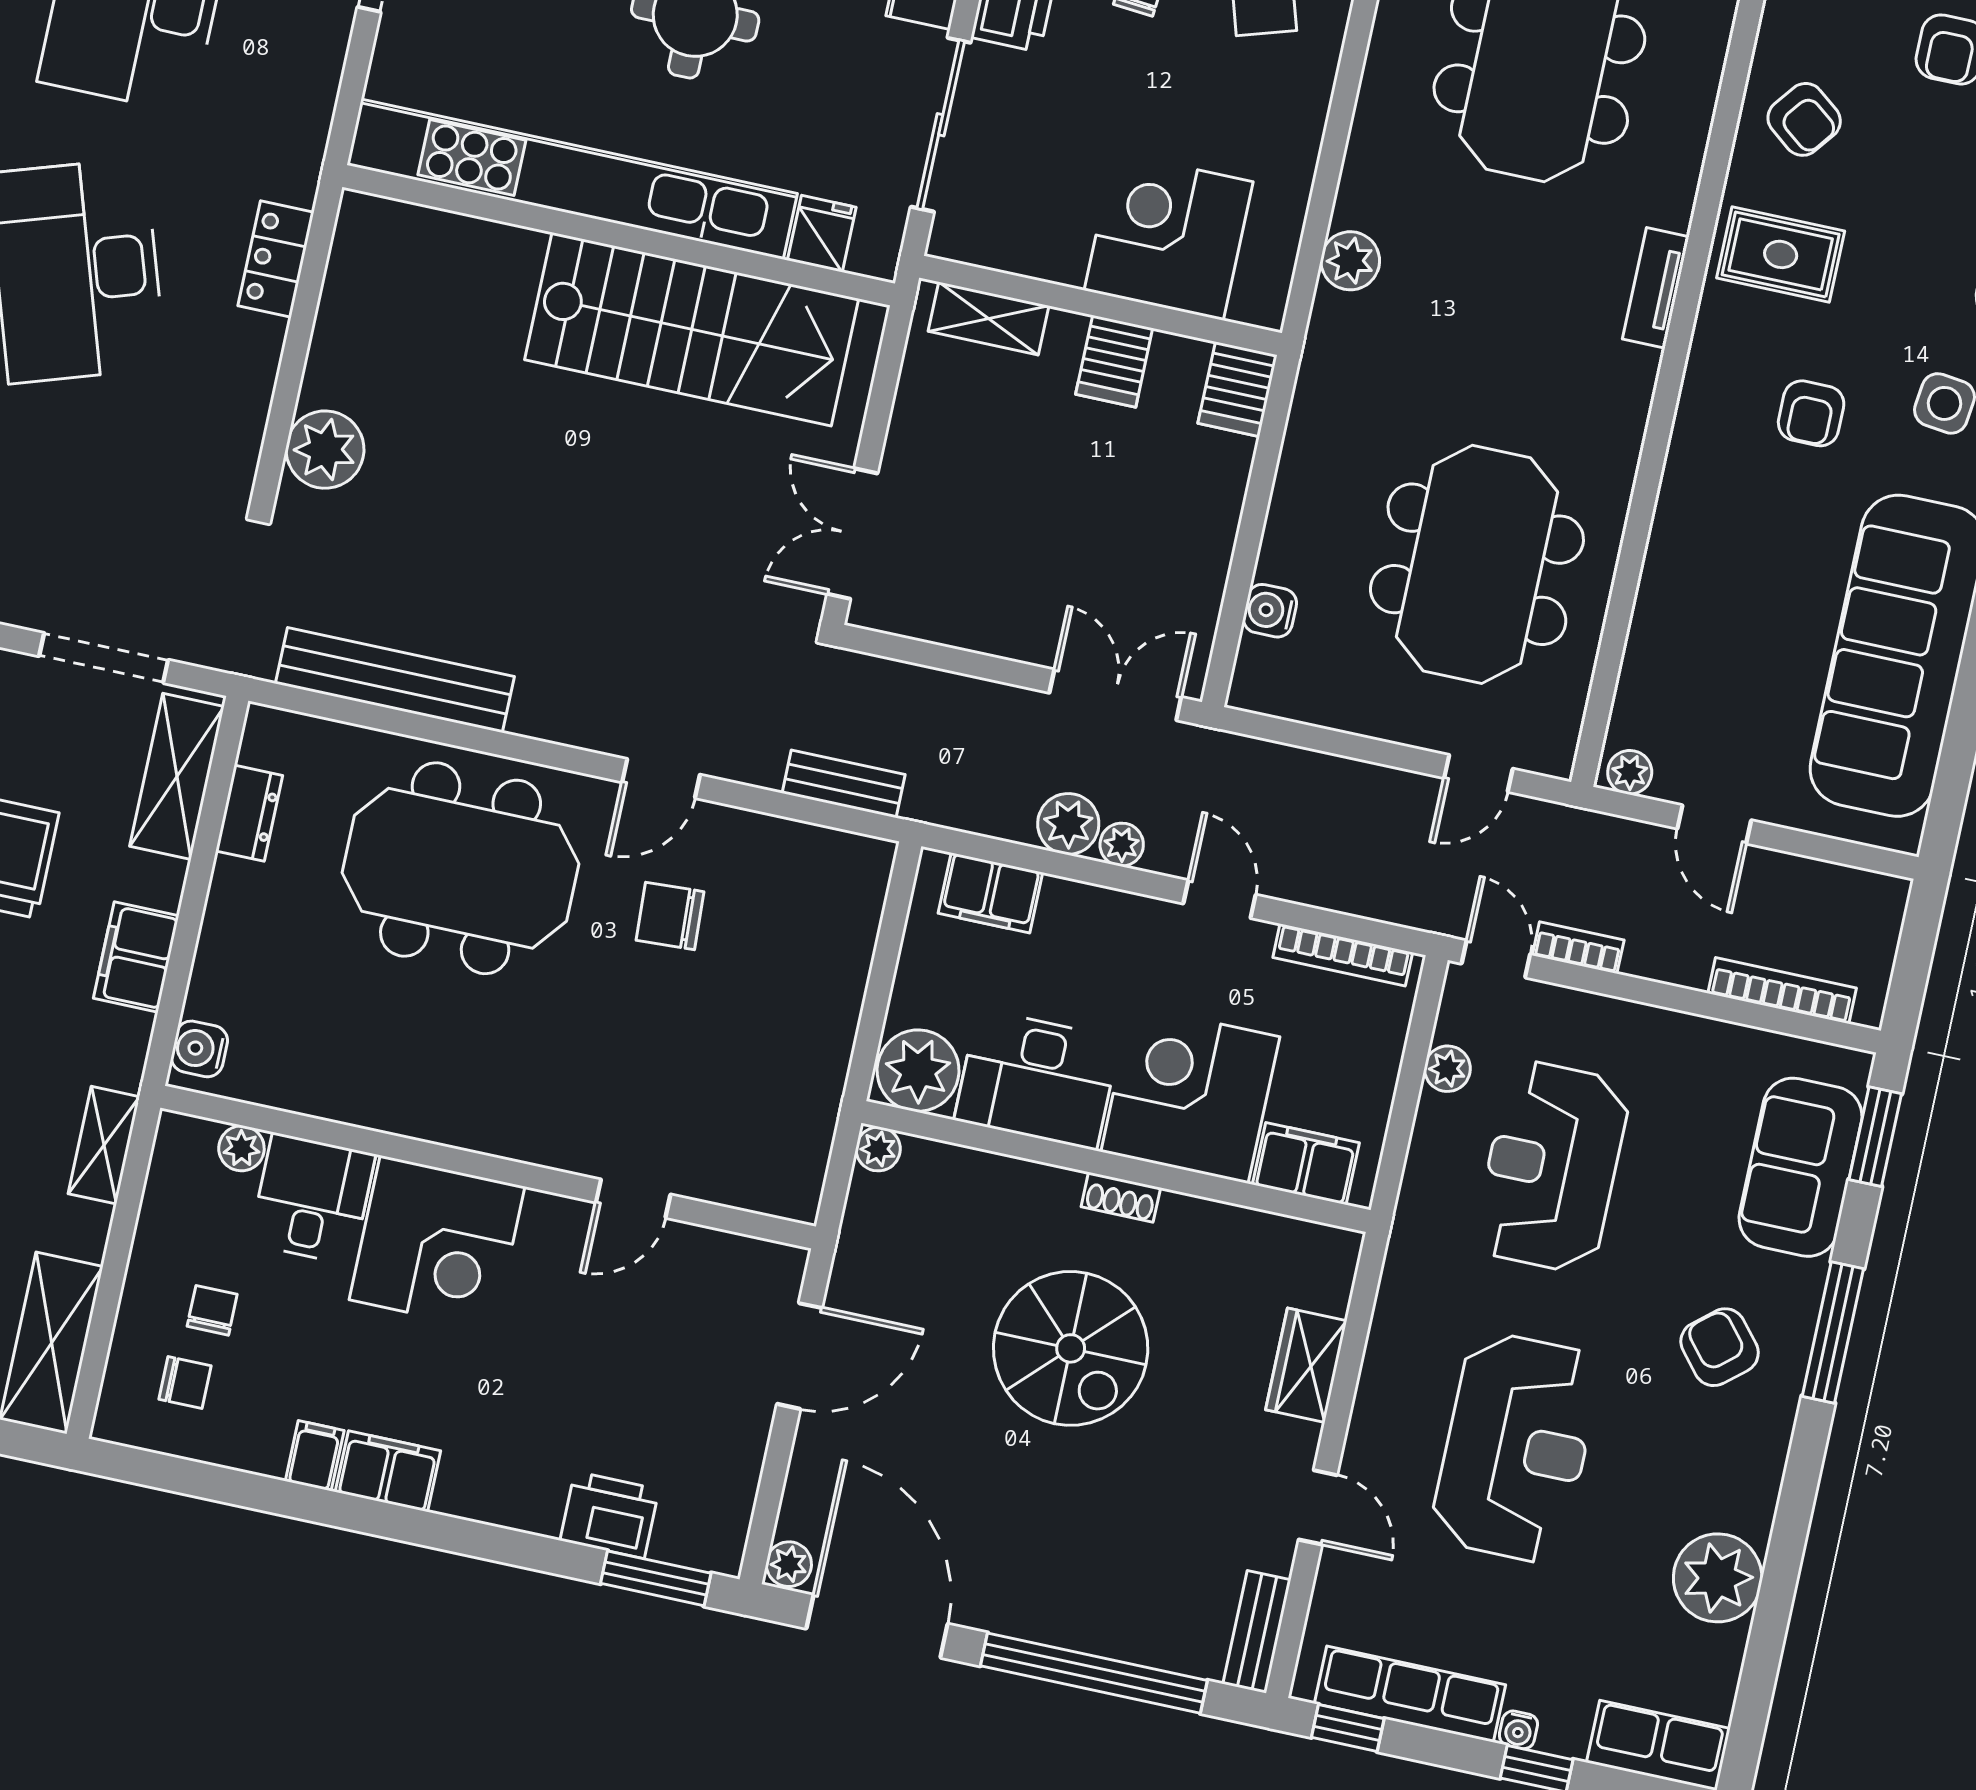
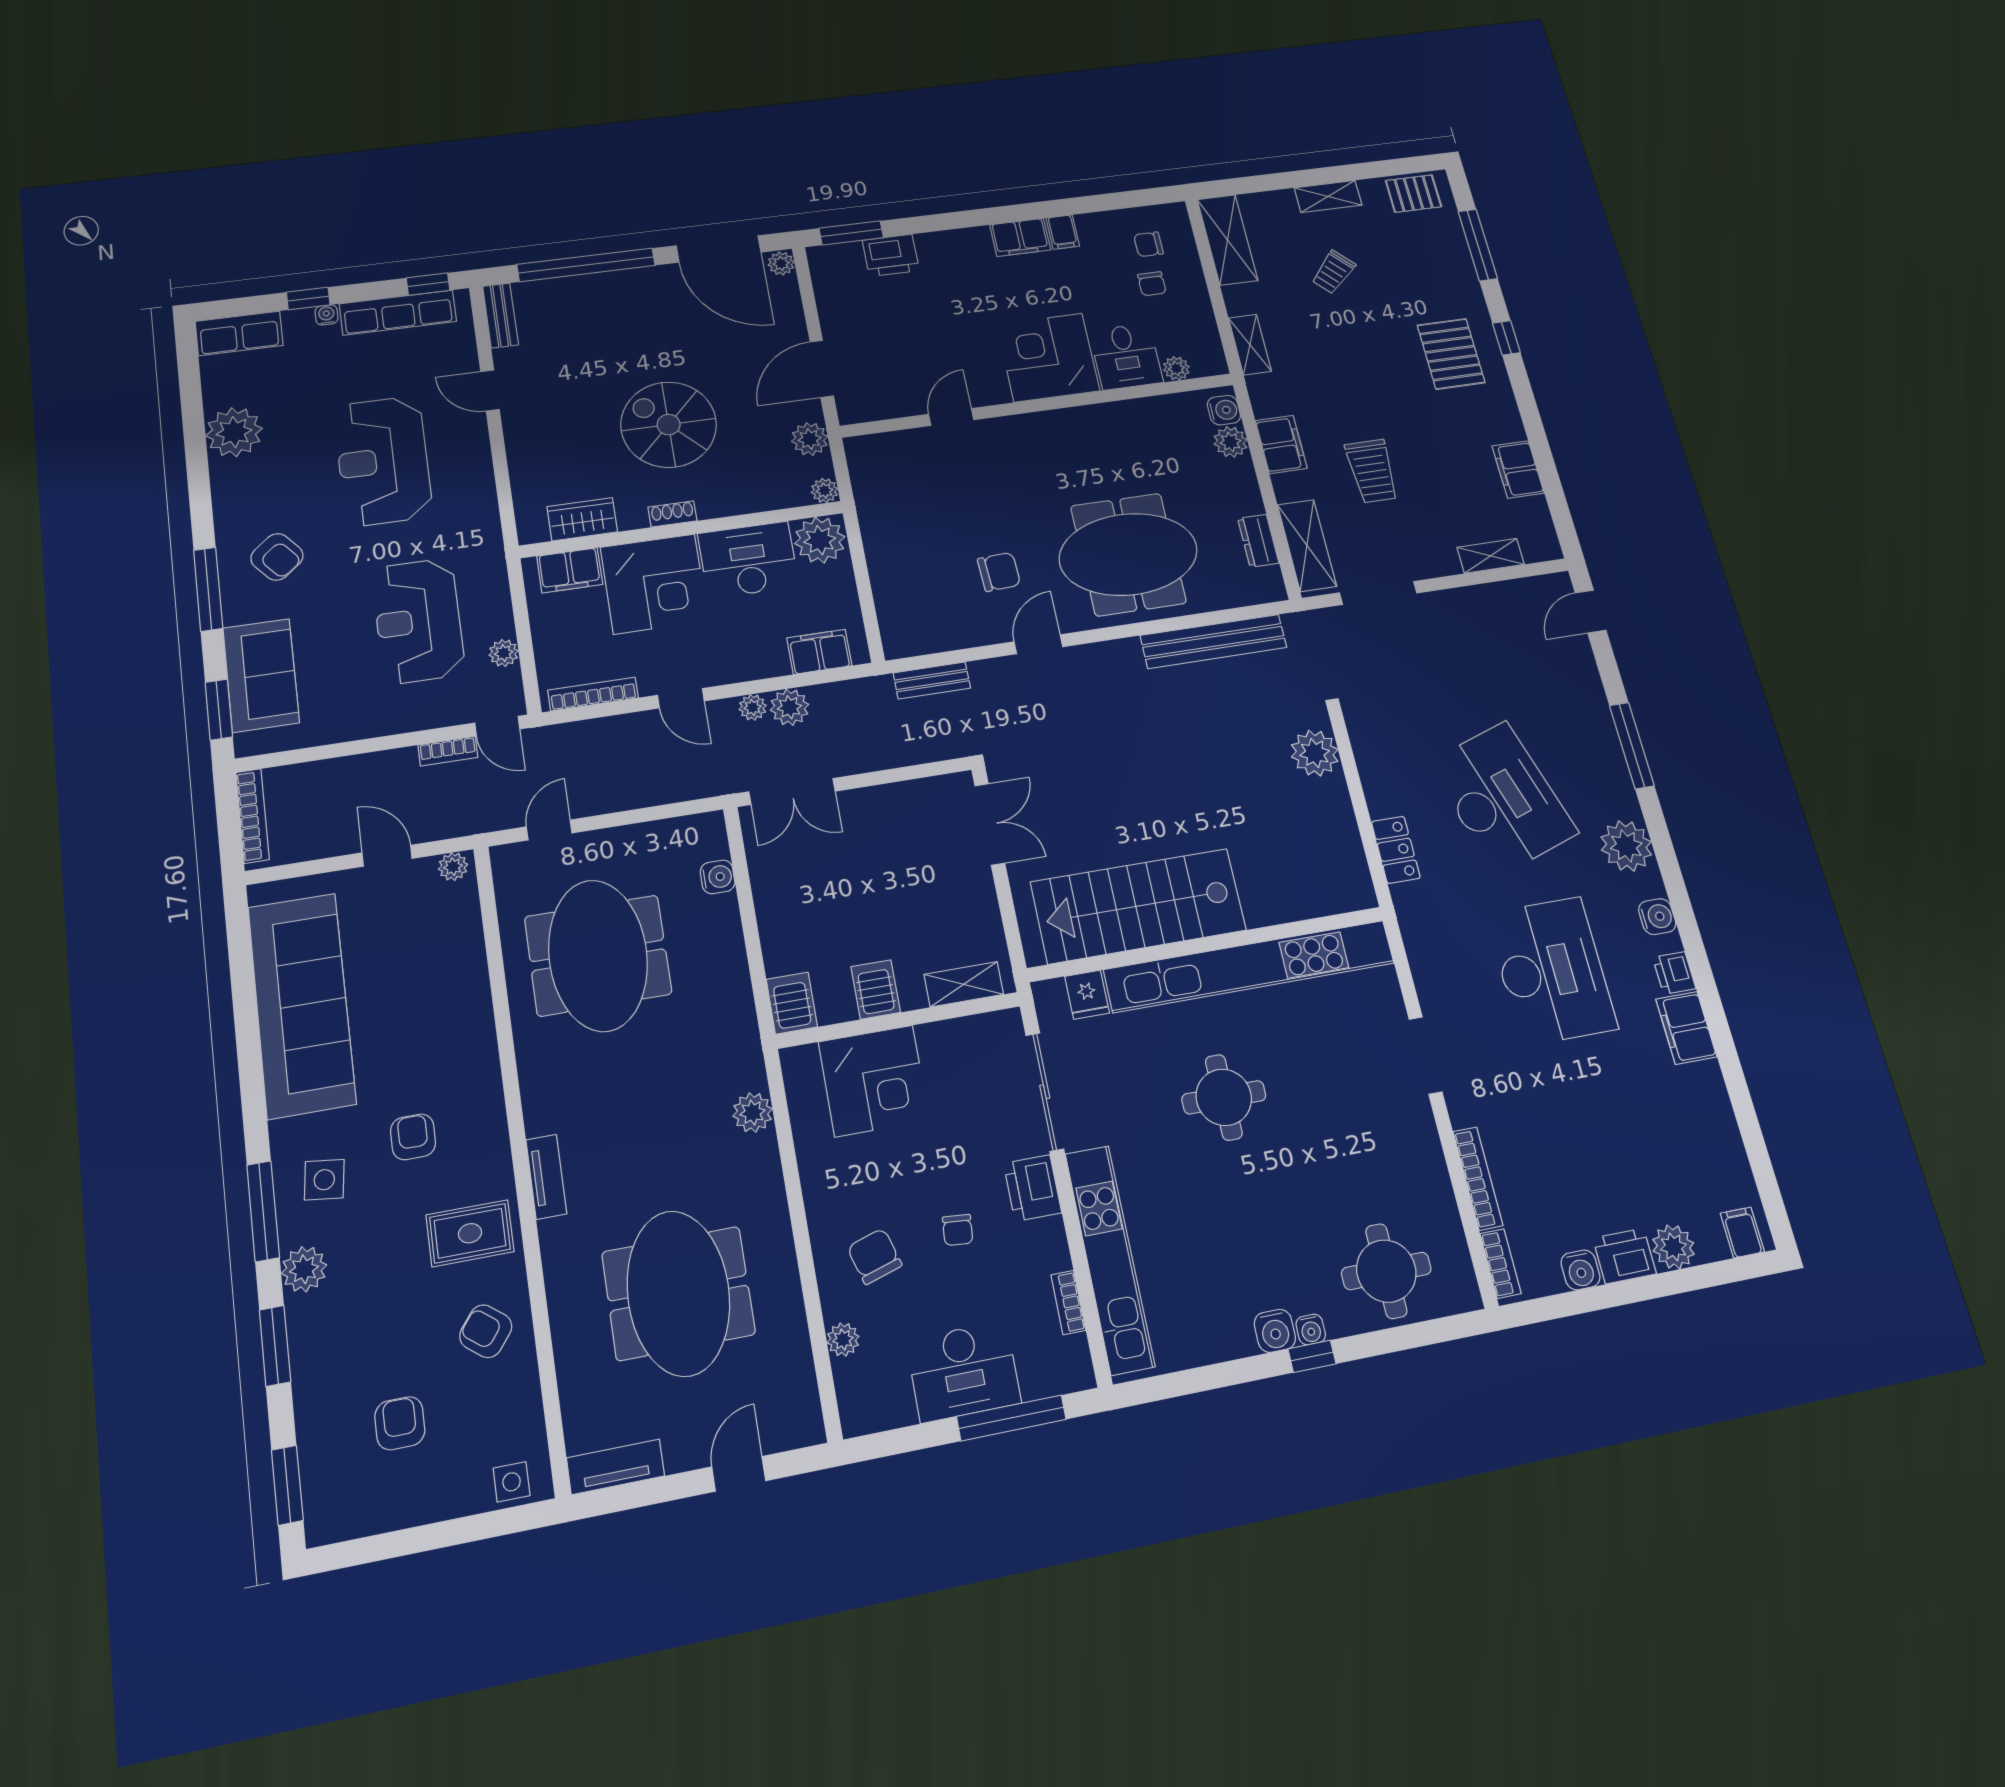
bookcase: (1782, 991) -> (253, 816), moved, turned -90
plant: (215, 992) -> (1230, 442), added
reception desk: (1552, 1167) -> (418, 621), turned 180
plant: (866, 1243) -> (810, 439), added
wardrobe: (1306, 1365) -> (582, 519), moved, turned -90

